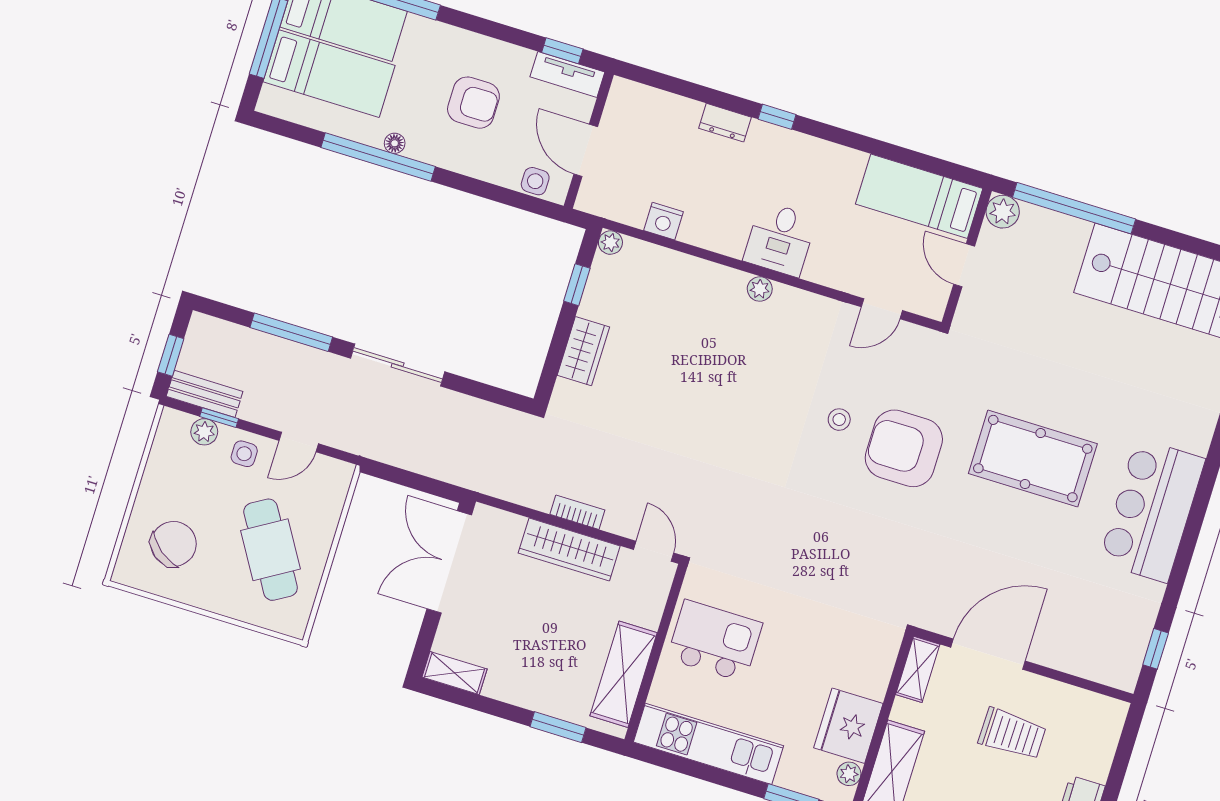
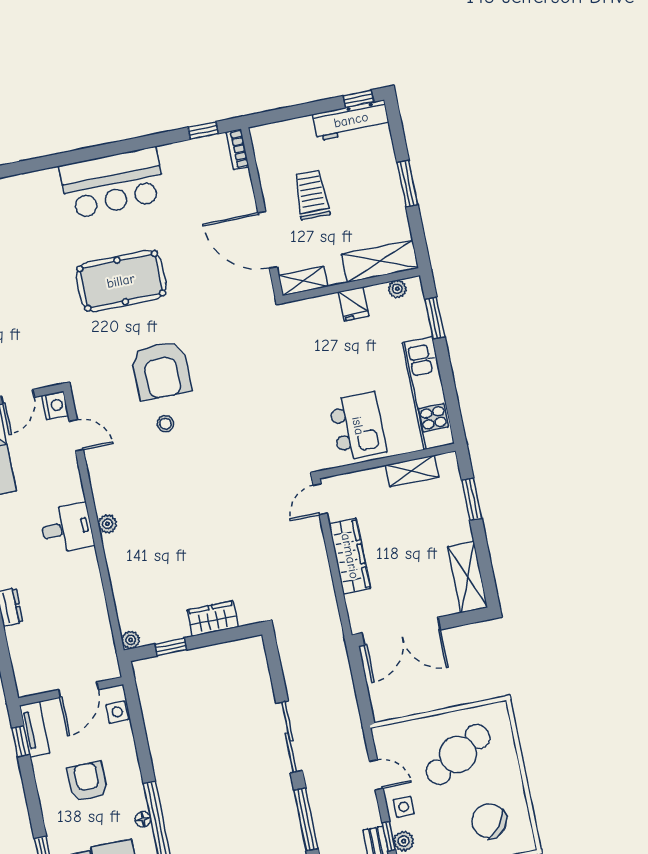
nightstand: (664, 221) -> (55, 405), moved
pool table: (1033, 459) -> (121, 281), turned 90
bookcase: (577, 512) -> (237, 149), moved
kitchen island: (715, 641) -> (358, 426), turned 180
shelving: (455, 673) -> (468, 577), width x1.50, depth x1.33
shelving: (624, 674) -> (412, 471), width x0.67, depth x0.75
fridge: (848, 726) -> (354, 304), width x0.53, depth x0.75

